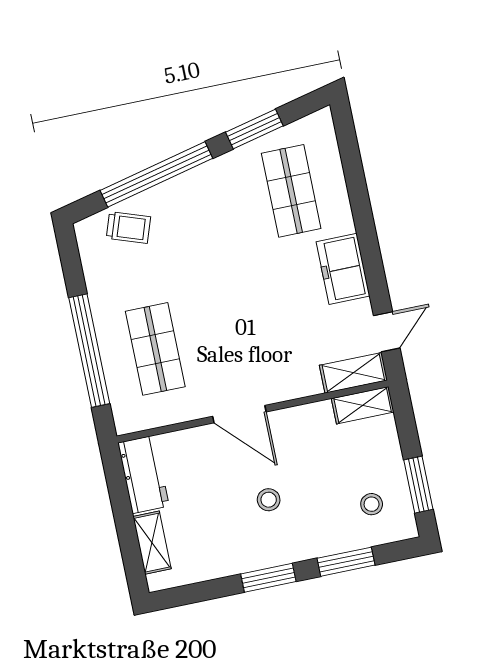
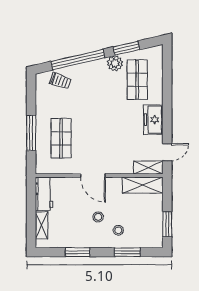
plant: (237, 166) -> (115, 63), added
window: (89, 351) -> (31, 133), width x0.68
shelving: (363, 405) -> (143, 185), width x1.50, depth x1.33
stool: (372, 504) -> (118, 230), moved
window: (268, 578) -> (78, 252), moved

